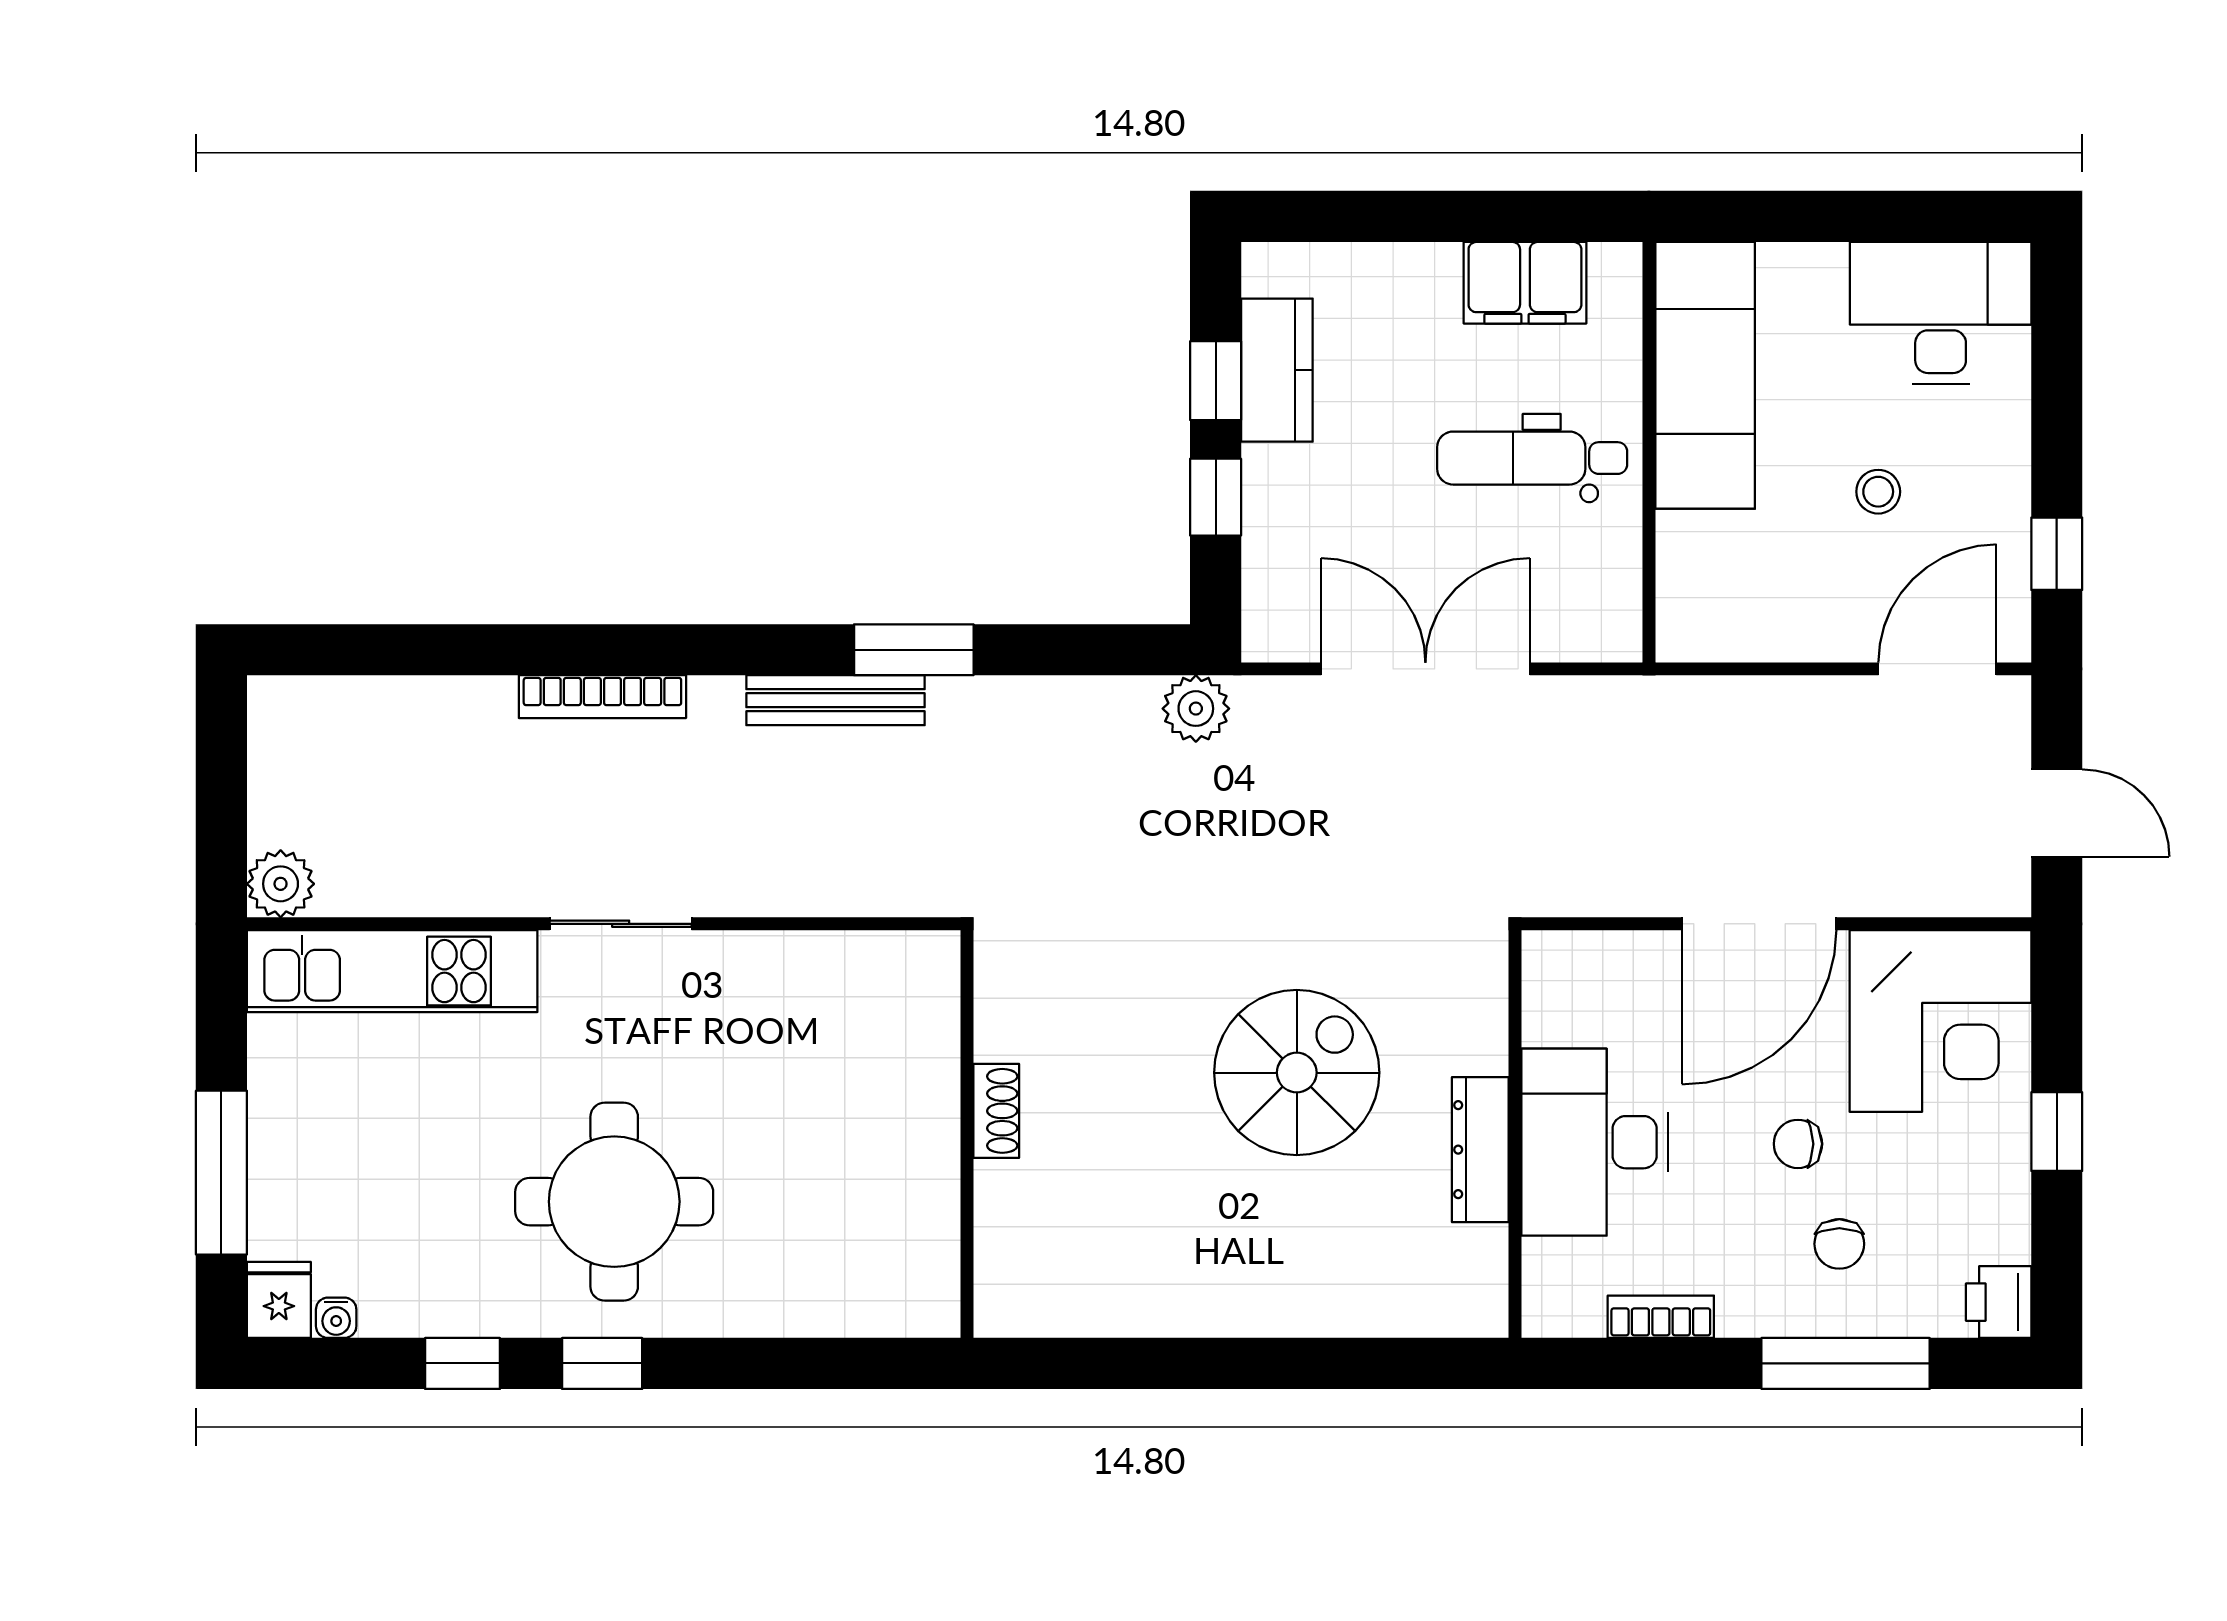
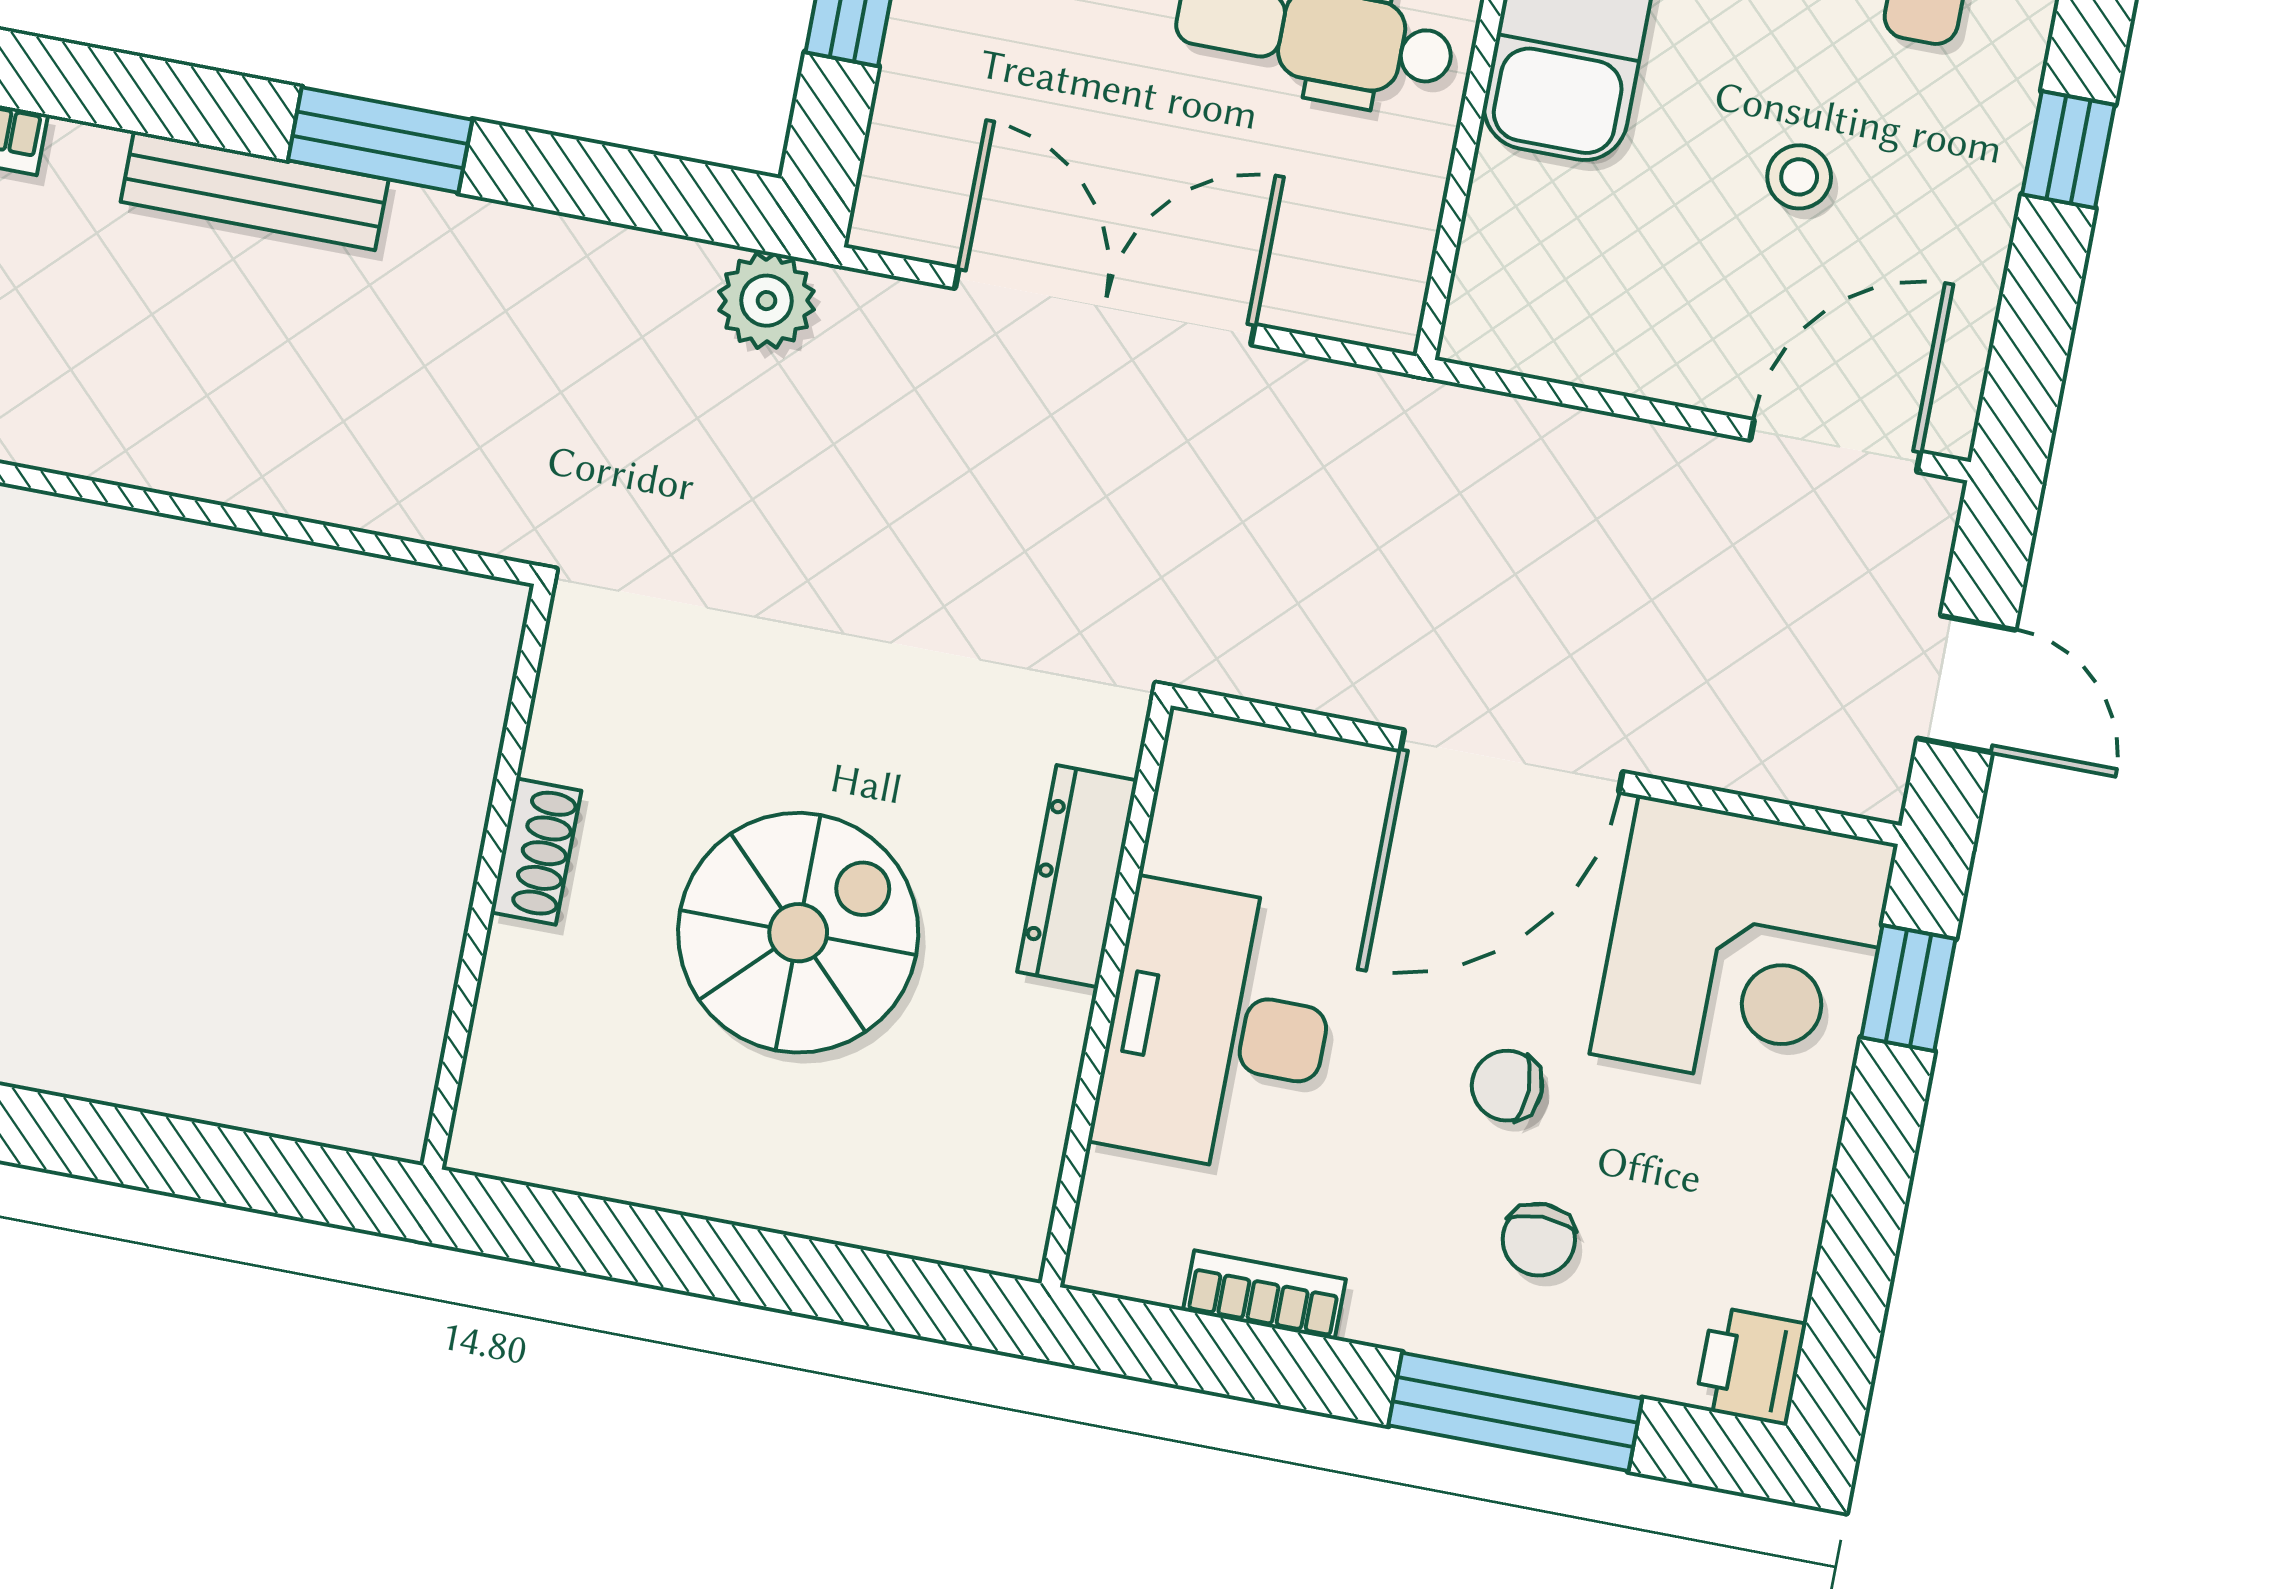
window: (2057, 554) -> (2068, 150), moved
spiral stairs: (1297, 1073) -> (798, 933), moved
shoe rack: (996, 1111) -> (536, 852), moved
window: (2057, 1132) -> (1908, 988), moved
wall: (967, 1134) -> (488, 877), moved
dresser: (1480, 1150) -> (1077, 876), moved

